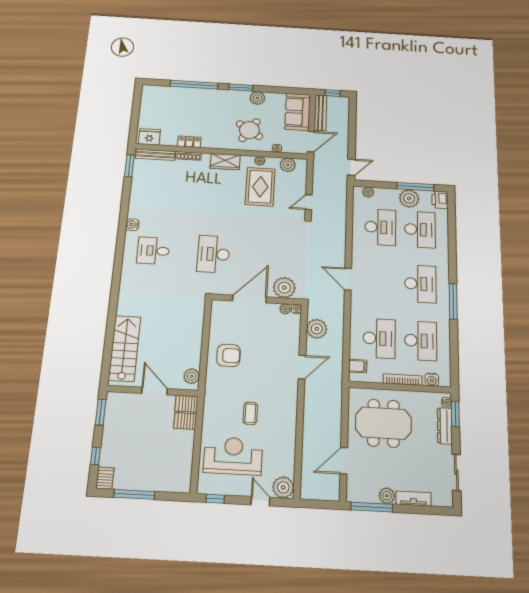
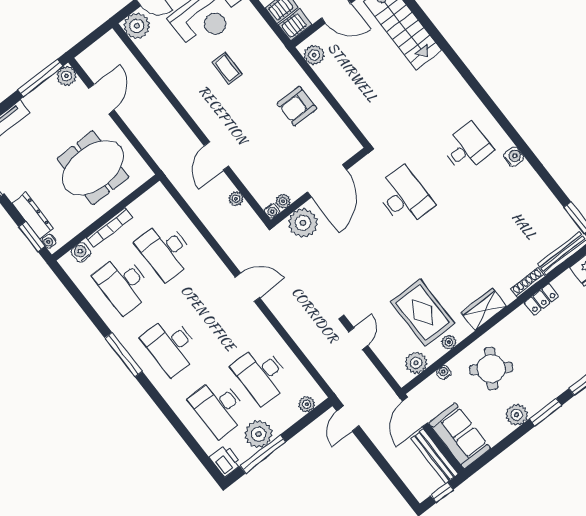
plant: (317, 329) -> (236, 199), width x0.53, depth x0.53
filing cabinet: (358, 366) -> (164, 204), removed
plant: (387, 496) -> (66, 76), moved

